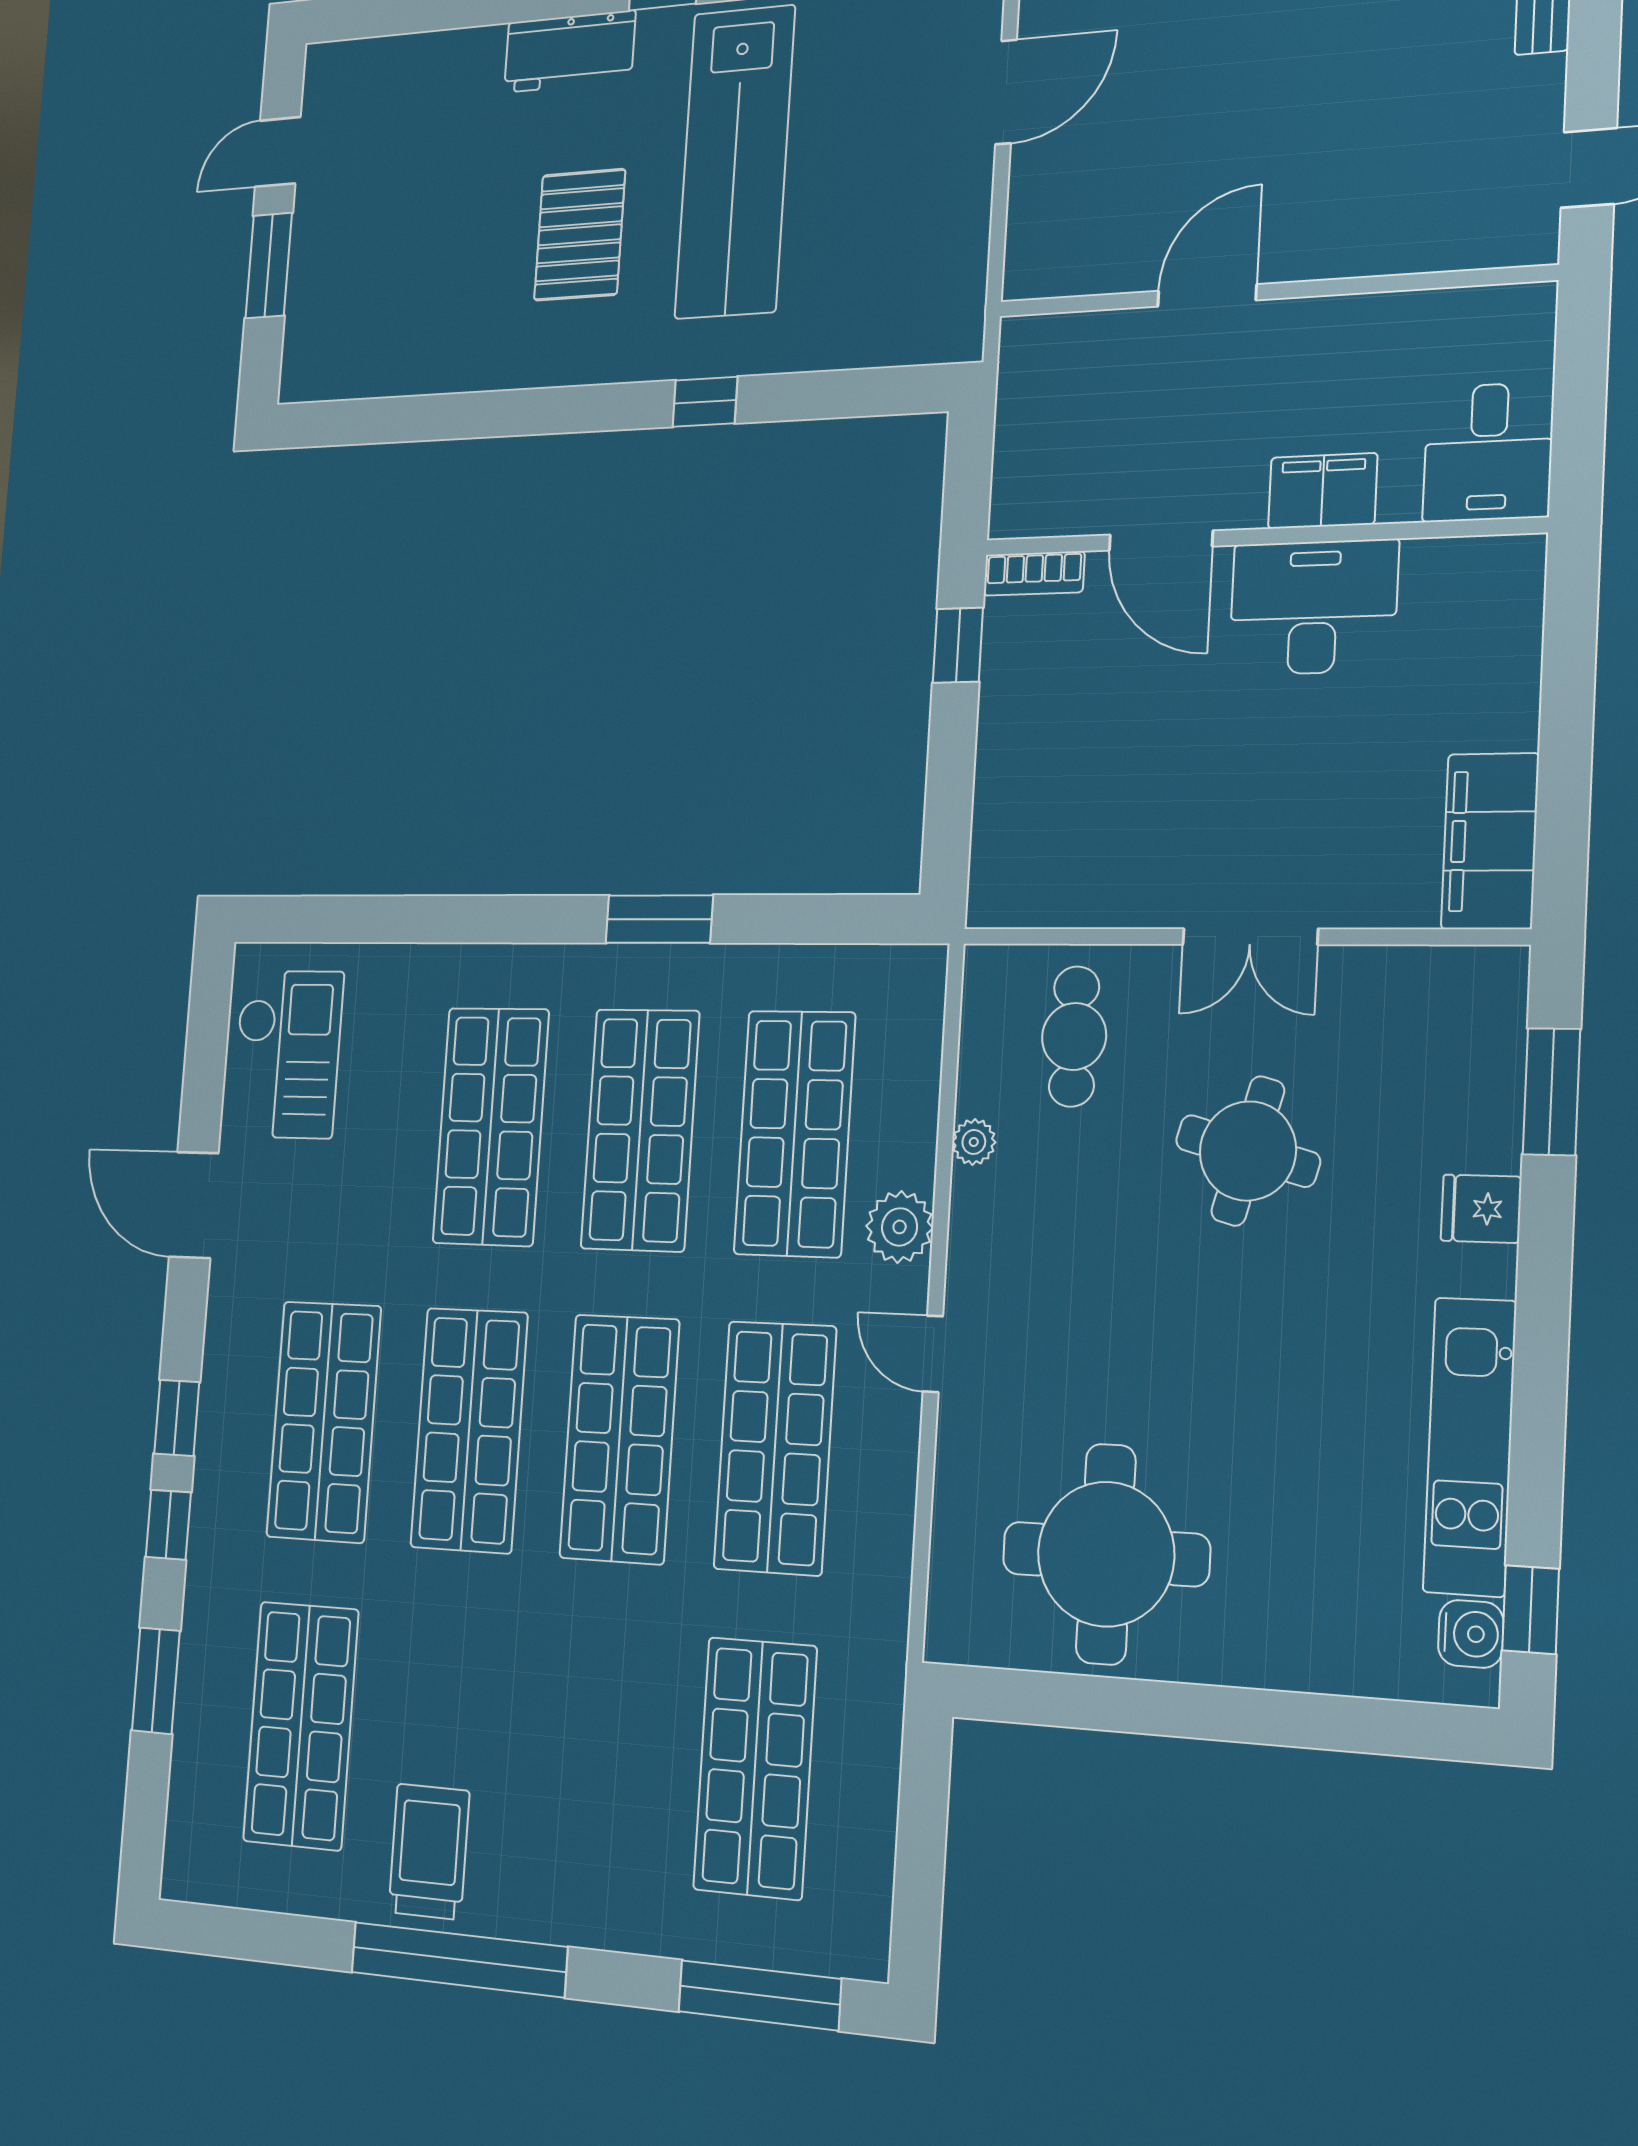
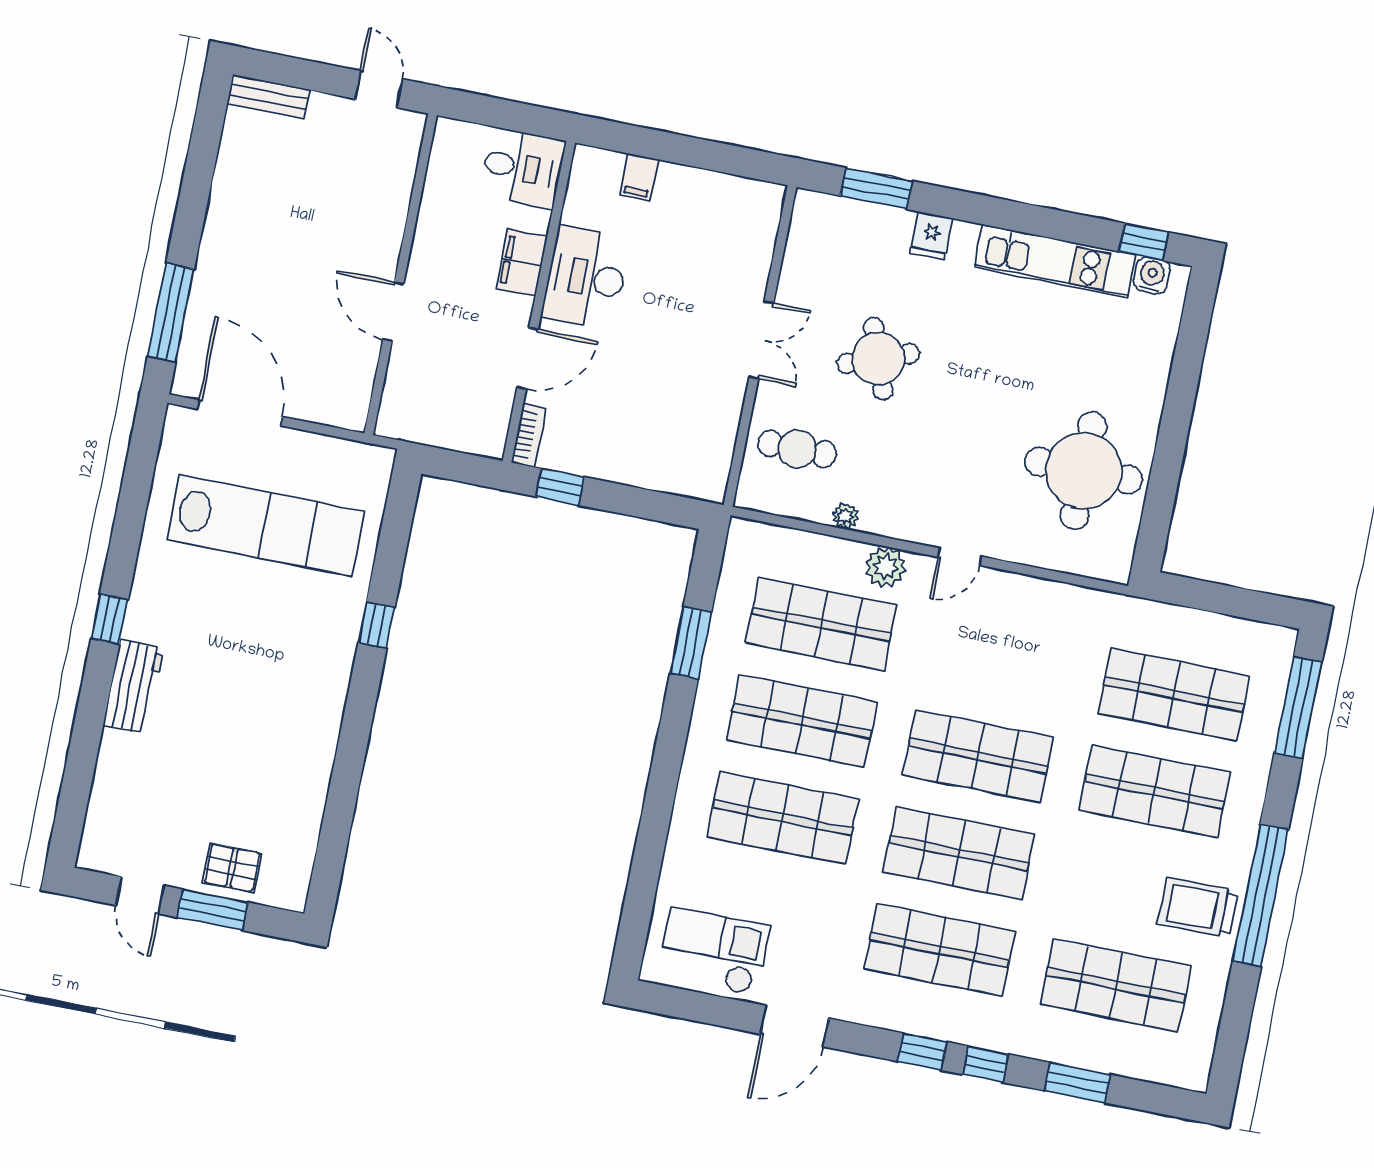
door: (1006, 92) -> (240, 413), width x1.36
lab bench: (735, 162) -> (266, 526), moved
pallet: (580, 235) -> (232, 868), moved, width x0.67, depth x0.71
filing cabinet: (1490, 841) -> (639, 177), moved, width x0.33, depth x0.86
window: (659, 919) -> (691, 643), moved
round table: (1248, 1151) -> (878, 359), turned -35
shop shelf: (775, 1448) -> (1154, 791), moved

